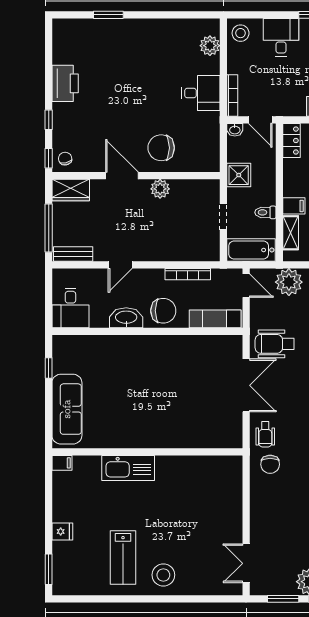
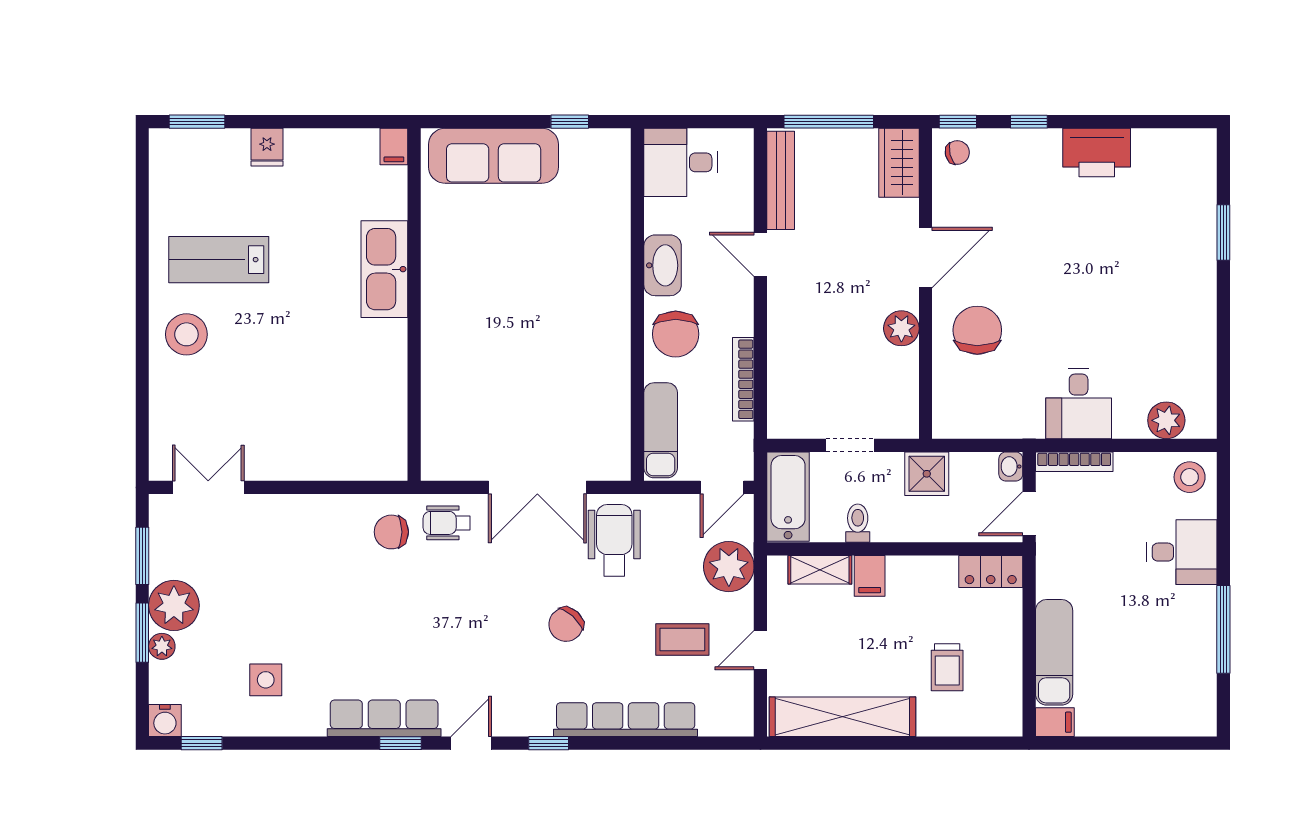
bench: (73, 254) -> (781, 180), width x1.36

